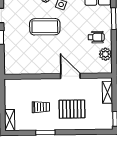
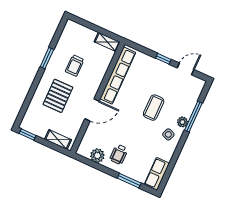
coffee table: (45, 27) -> (154, 108), width x0.73, depth x0.76
row of seats: (32, 68) -> (118, 76), added
shelving: (10, 120) -> (107, 42), moved

